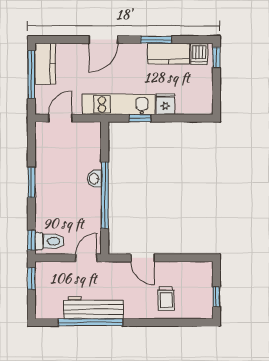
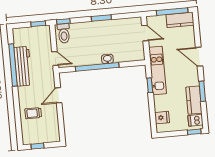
fridge: (165, 104) -> (162, 118), moved

